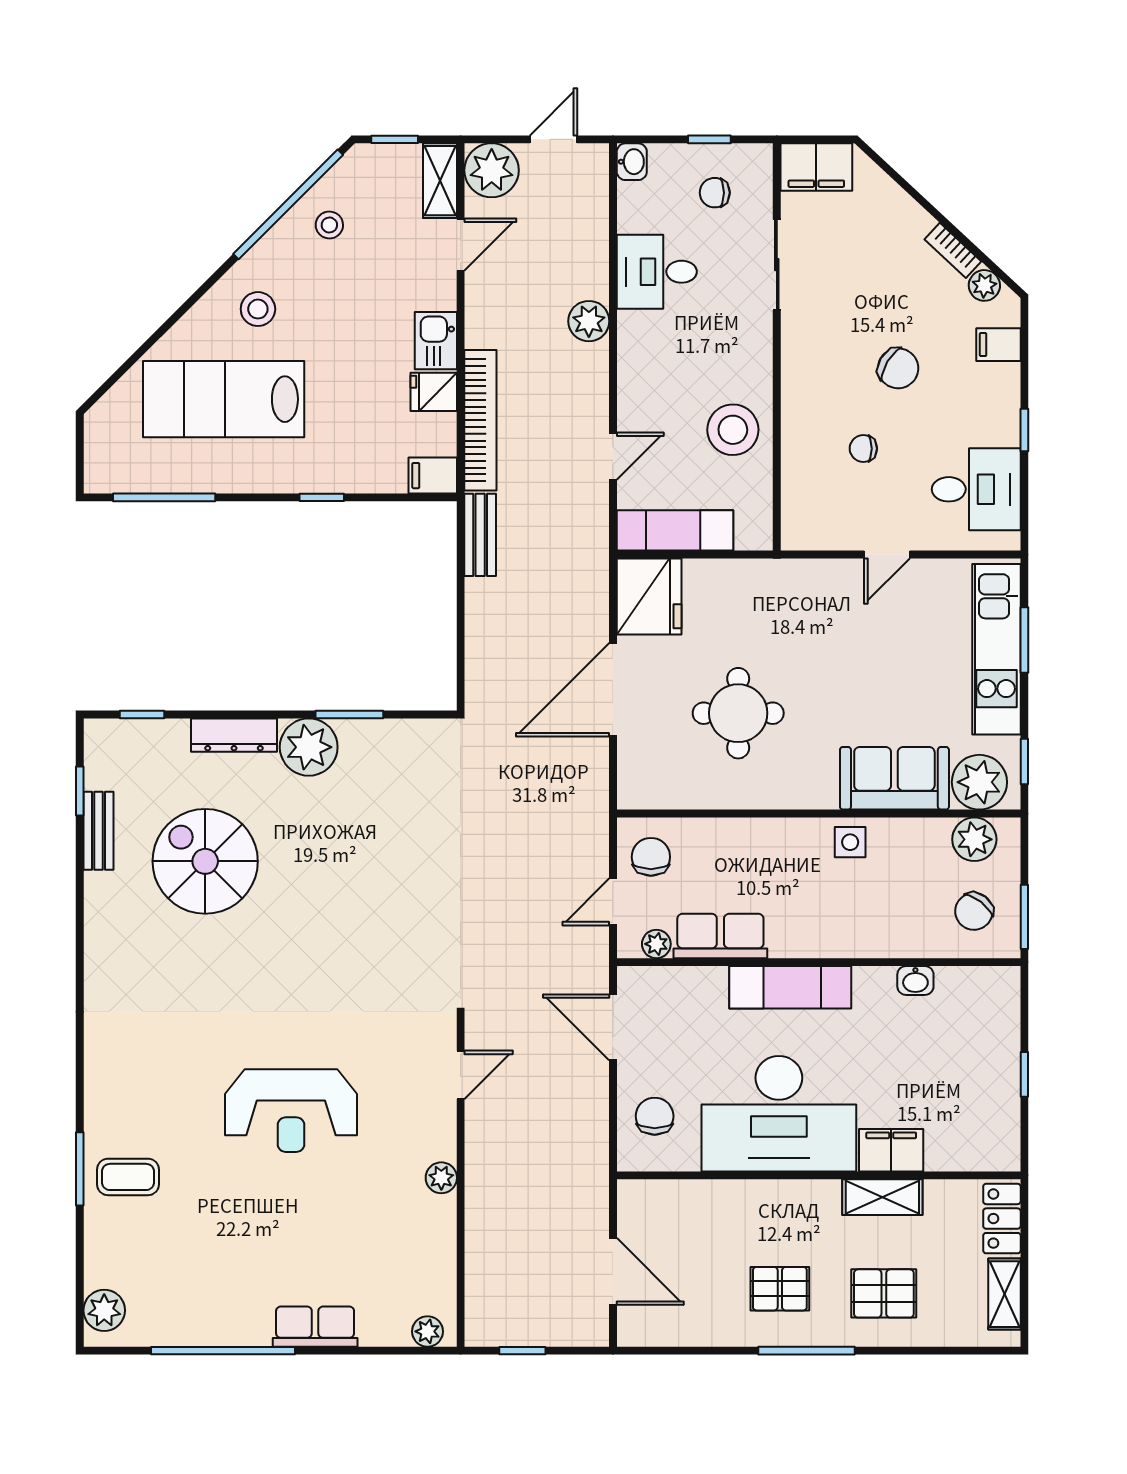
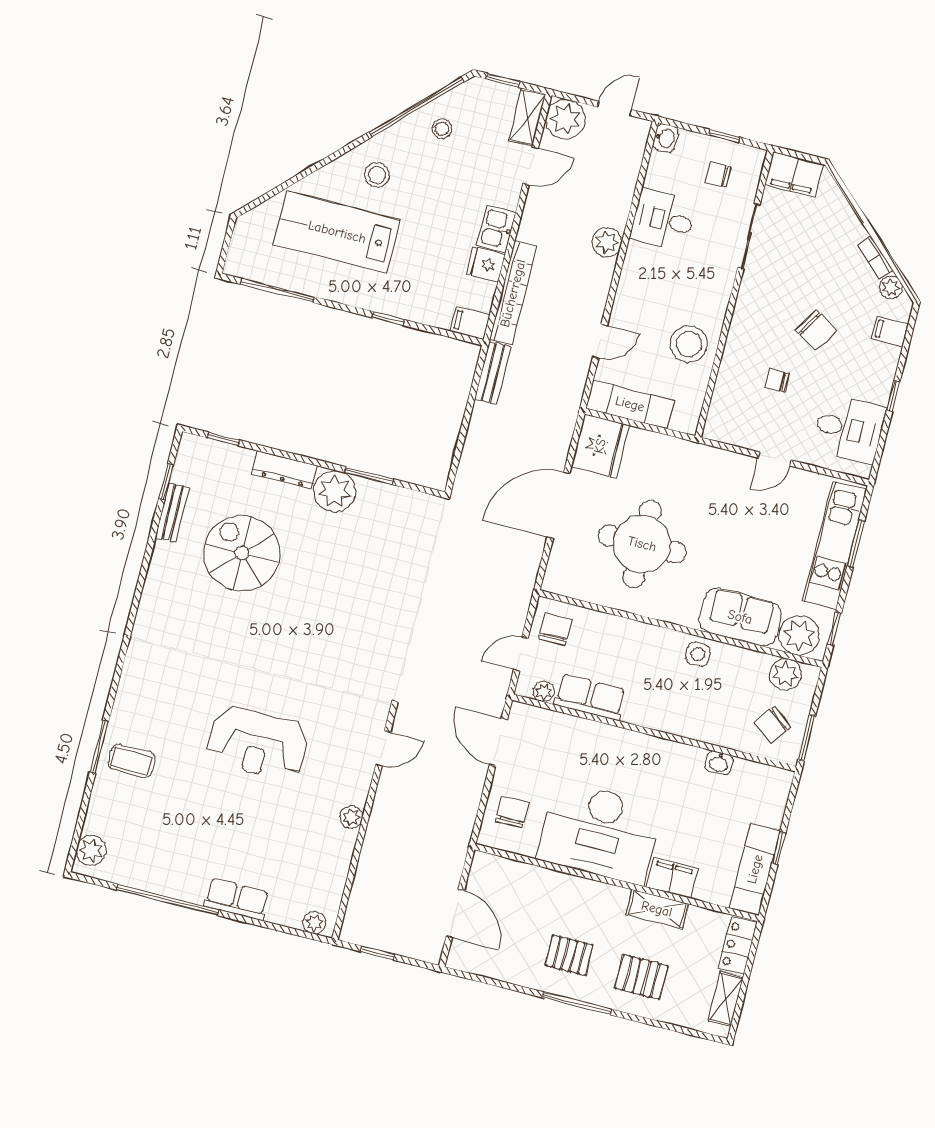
round table: (738, 713) -> (642, 544), width x1.36, depth x1.36
exam couch: (790, 987) -> (755, 869), moved, turned 90

